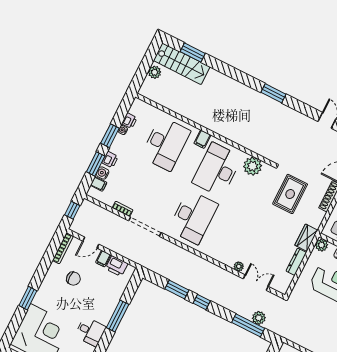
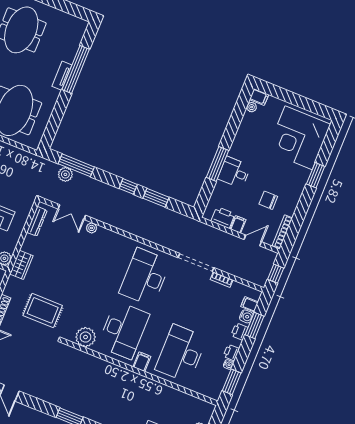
printer: (129, 121) -> (231, 352), moved
window: (110, 136) -> (232, 382), moved
rug: (290, 194) -> (43, 310), turned 90
dresser: (296, 262) -> (37, 221), moved
desk: (90, 332) -> (234, 172), moved

